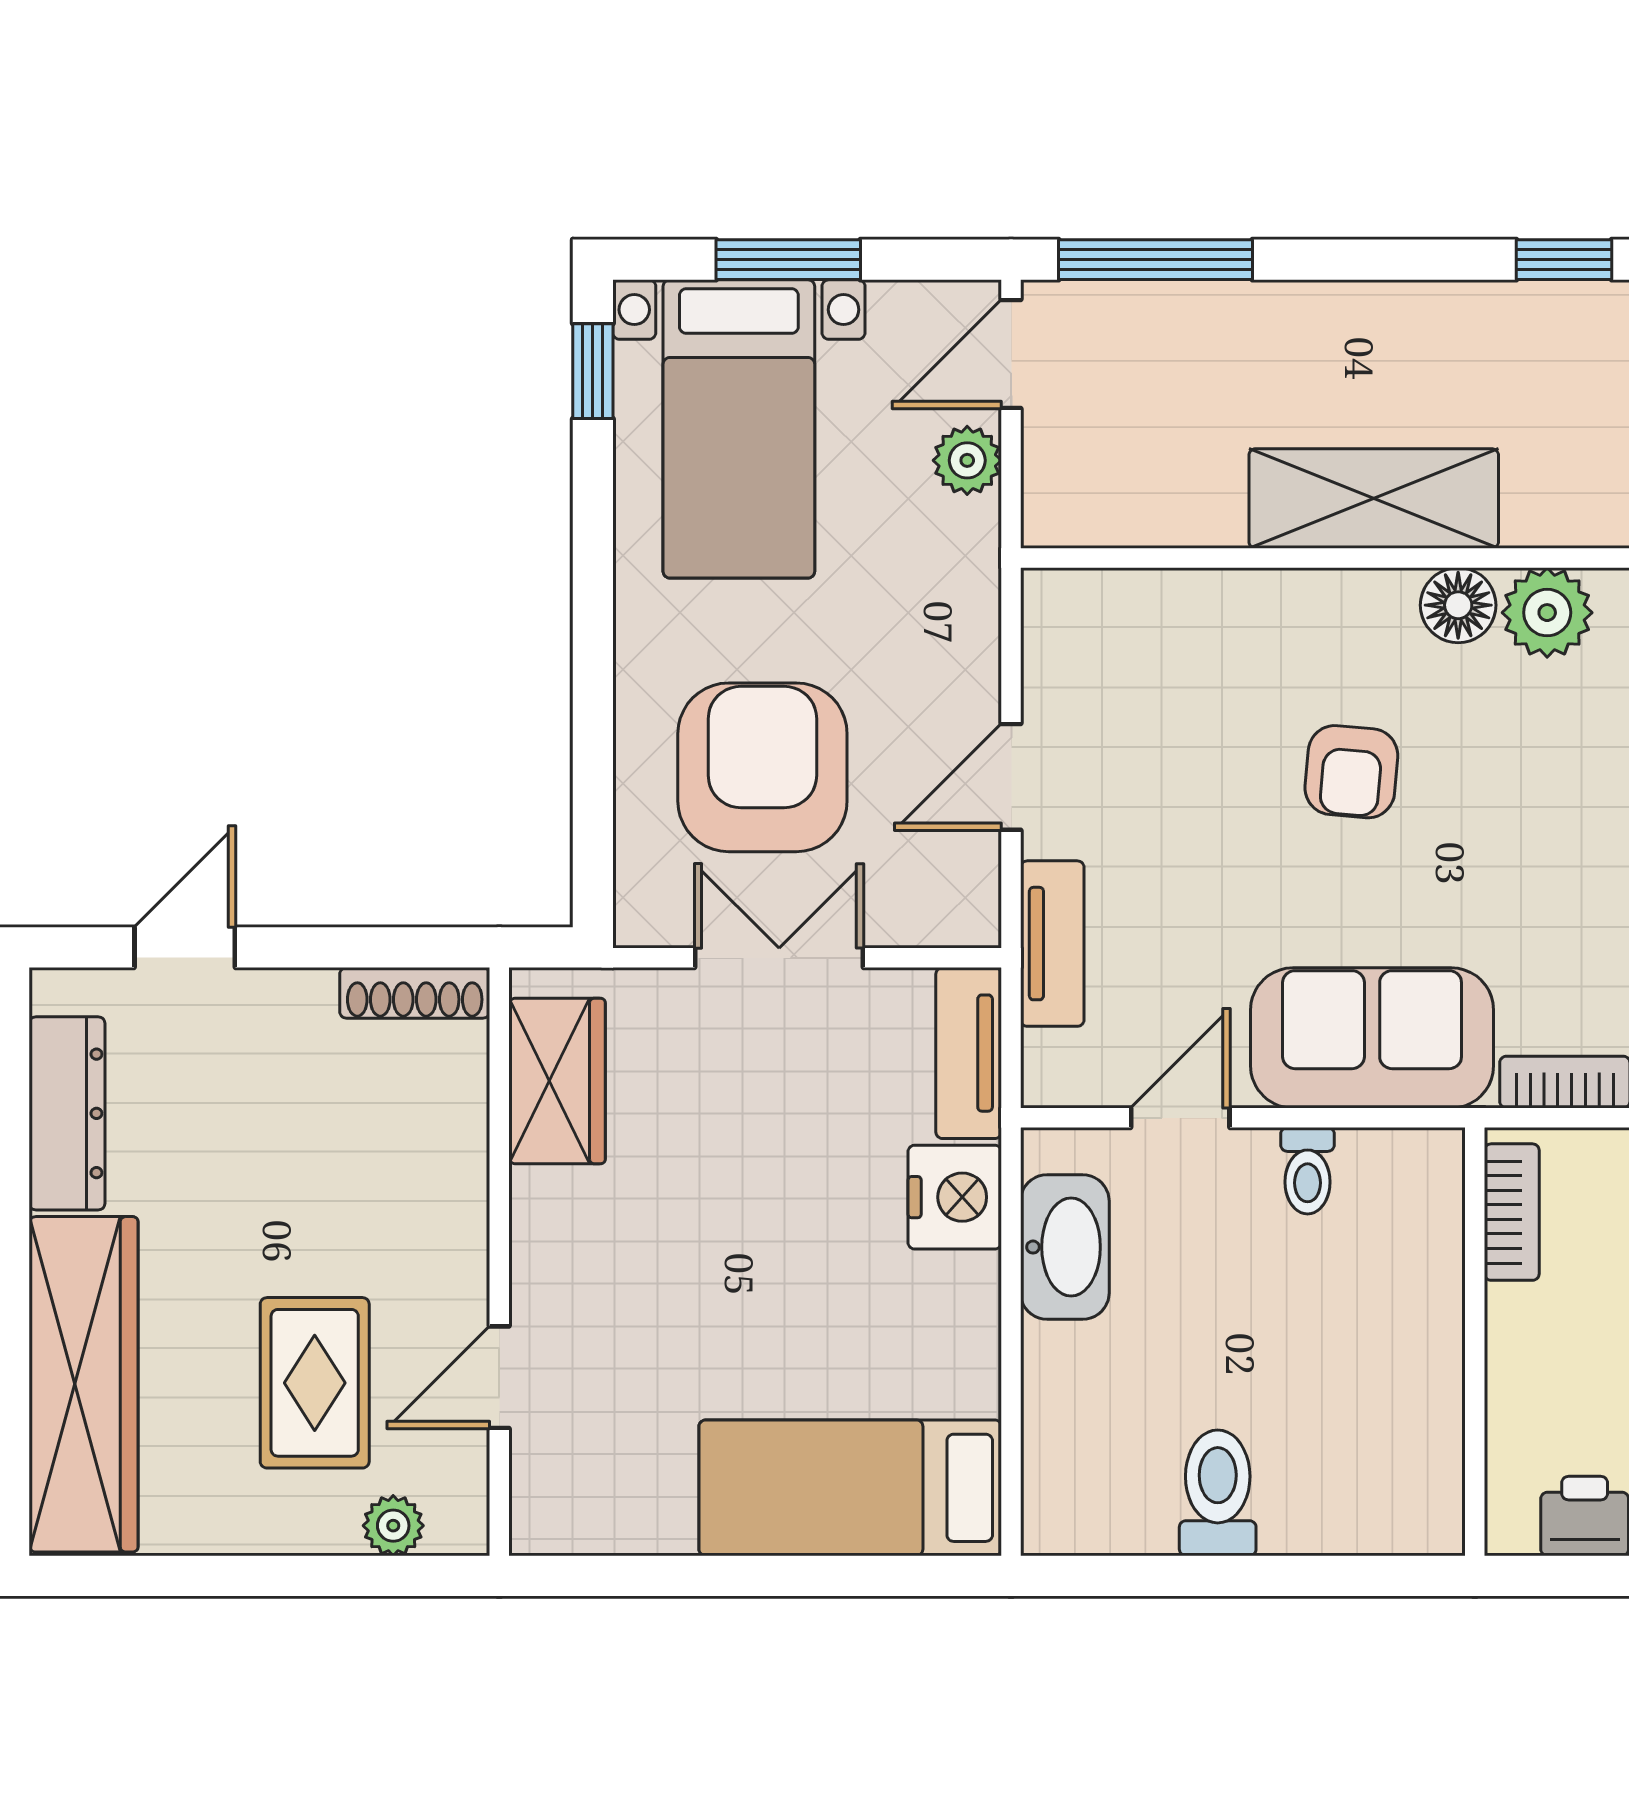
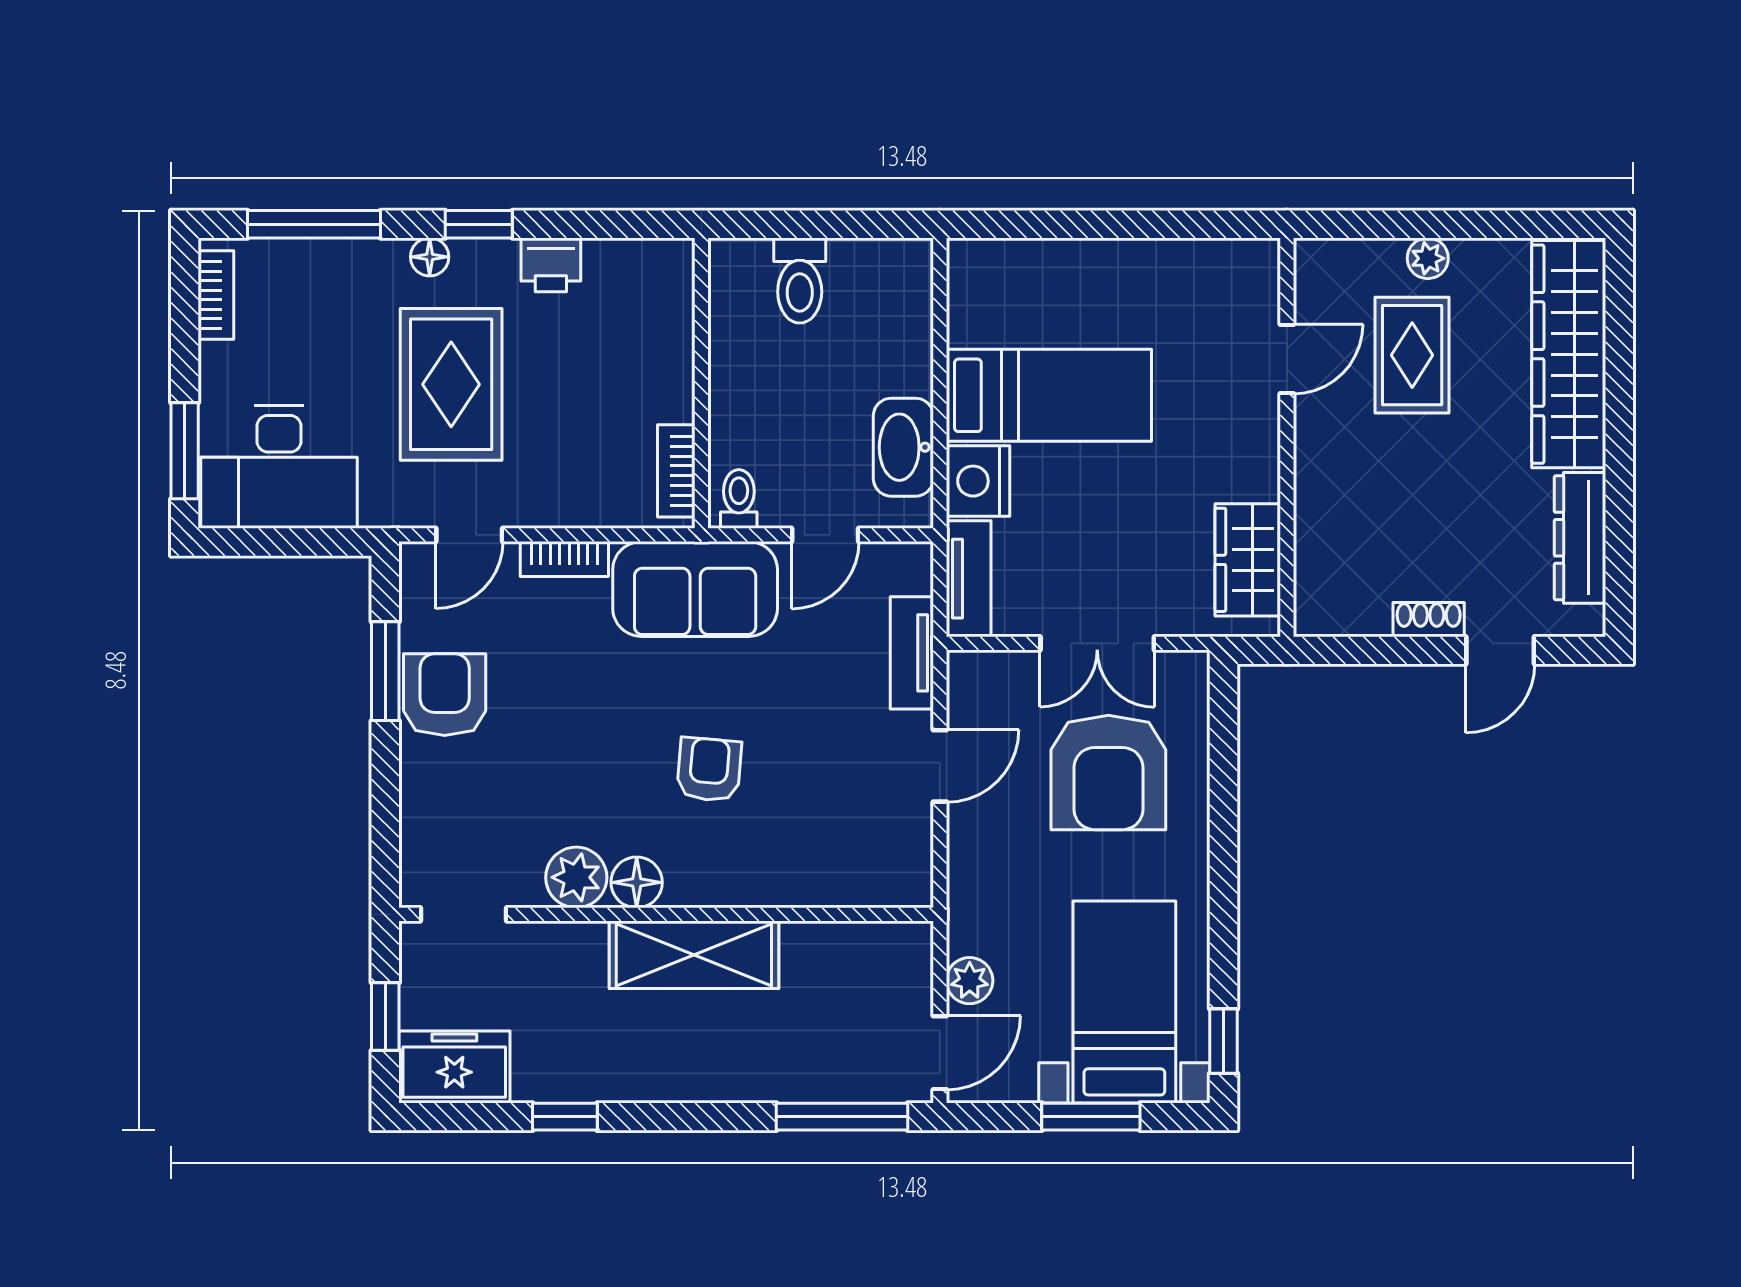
shoe rack: (415, 993) -> (1429, 620), moved, width x0.70
bookcase: (1512, 1212) -> (676, 471), moved
wall: (1475, 1342) -> (701, 383), moved
bed: (850, 1488) -> (1049, 395), moved
plant: (393, 1526) -> (1428, 258), moved

